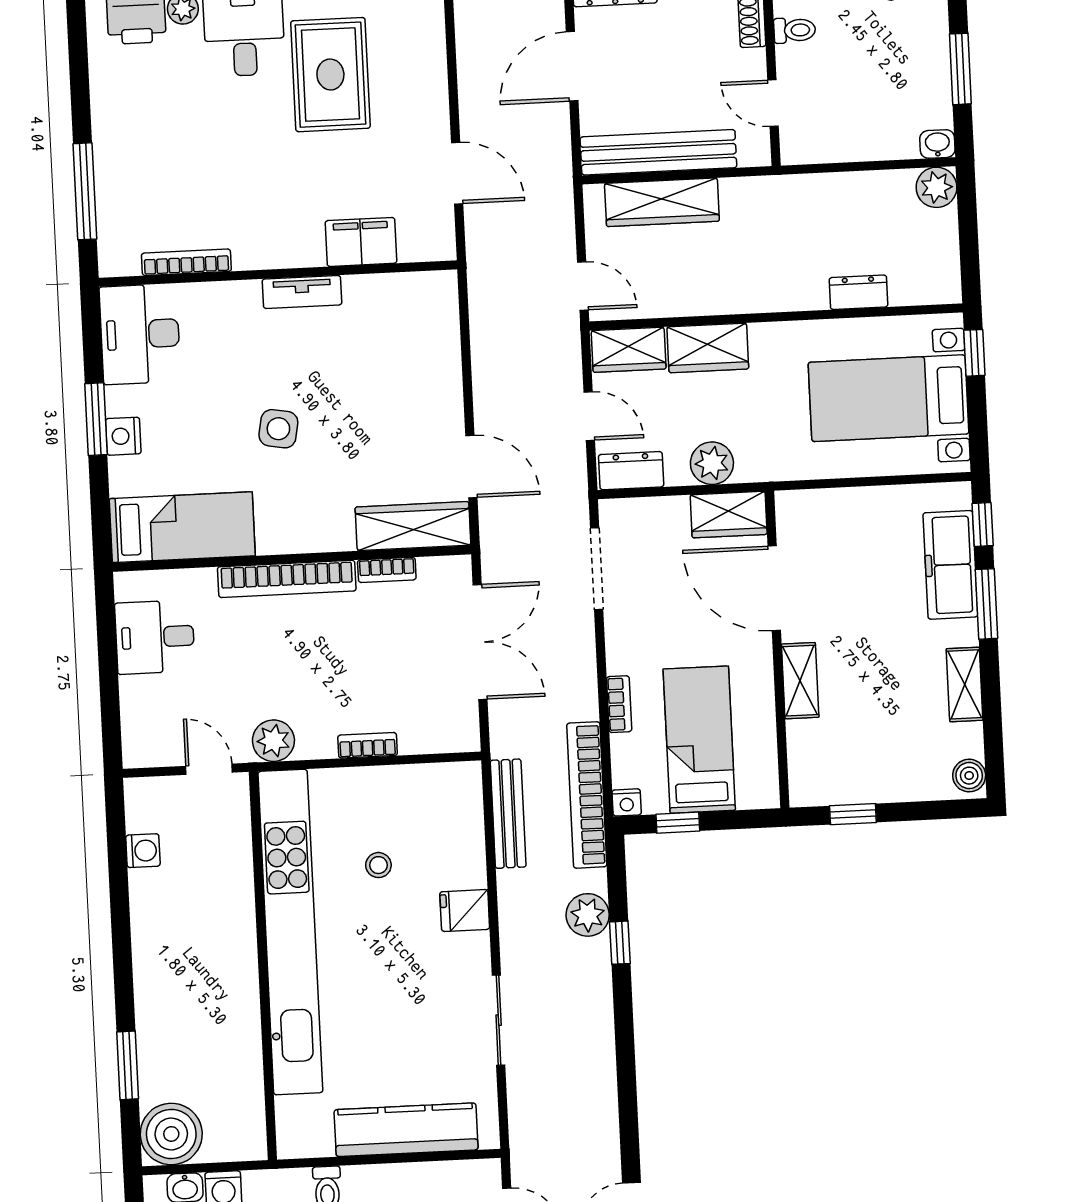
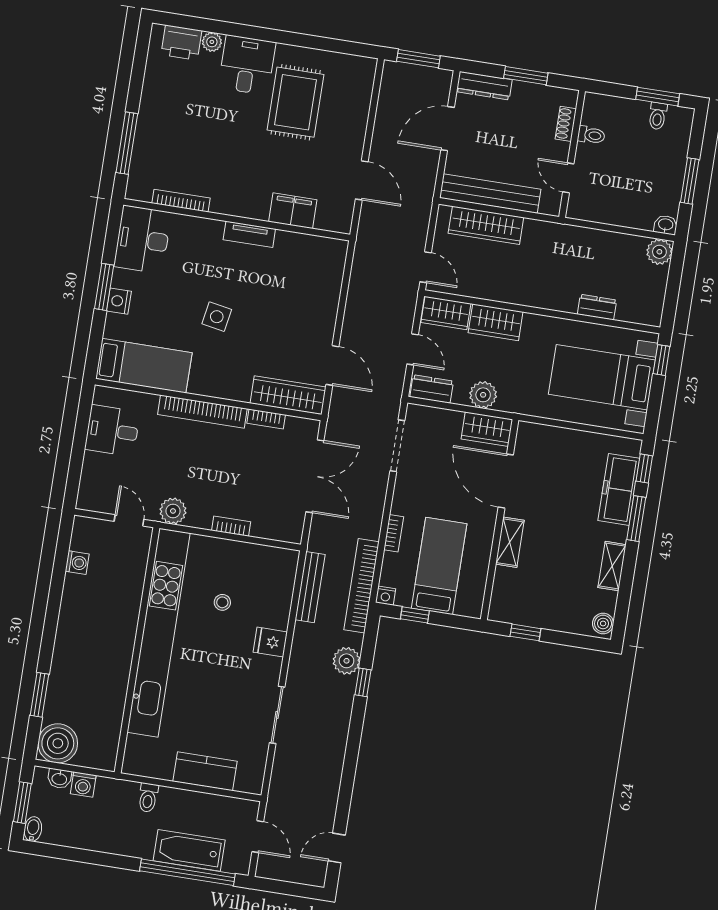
kitchen counter: (406, 1130) -> (205, 771), width x0.67

